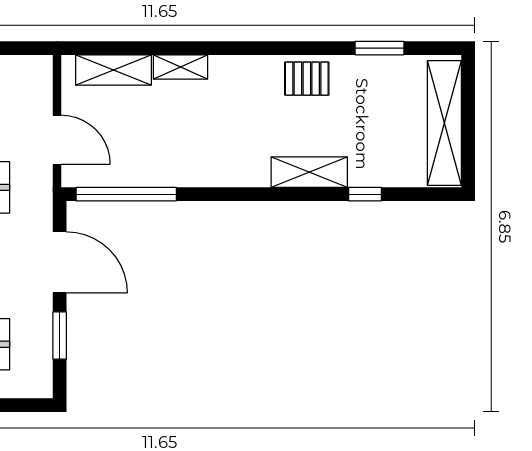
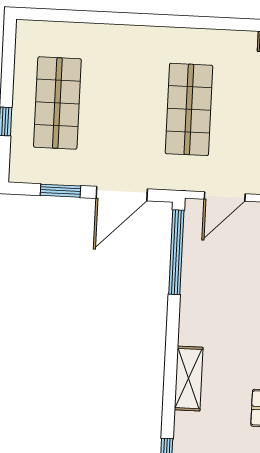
shelving: (309, 172) -> (189, 379), moved

